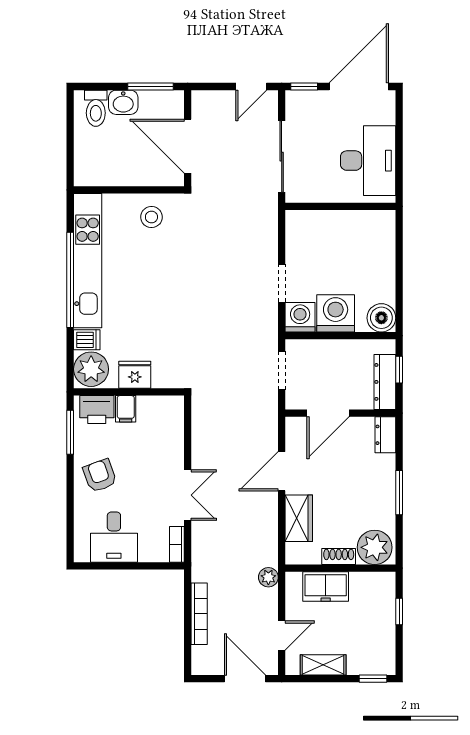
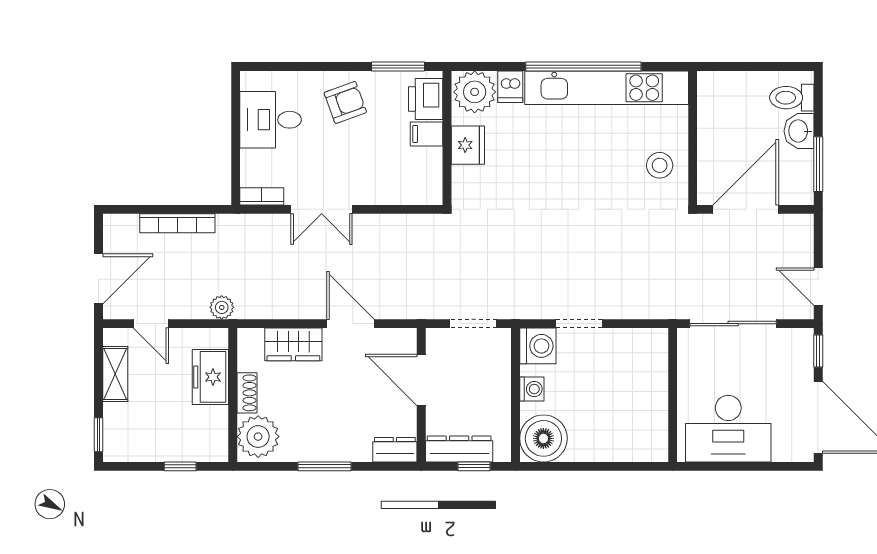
washing machine: (336, 313) -> (532, 389), width x0.53, depth x0.53
boiler: (381, 318) -> (543, 438), width x1.37, depth x1.37

